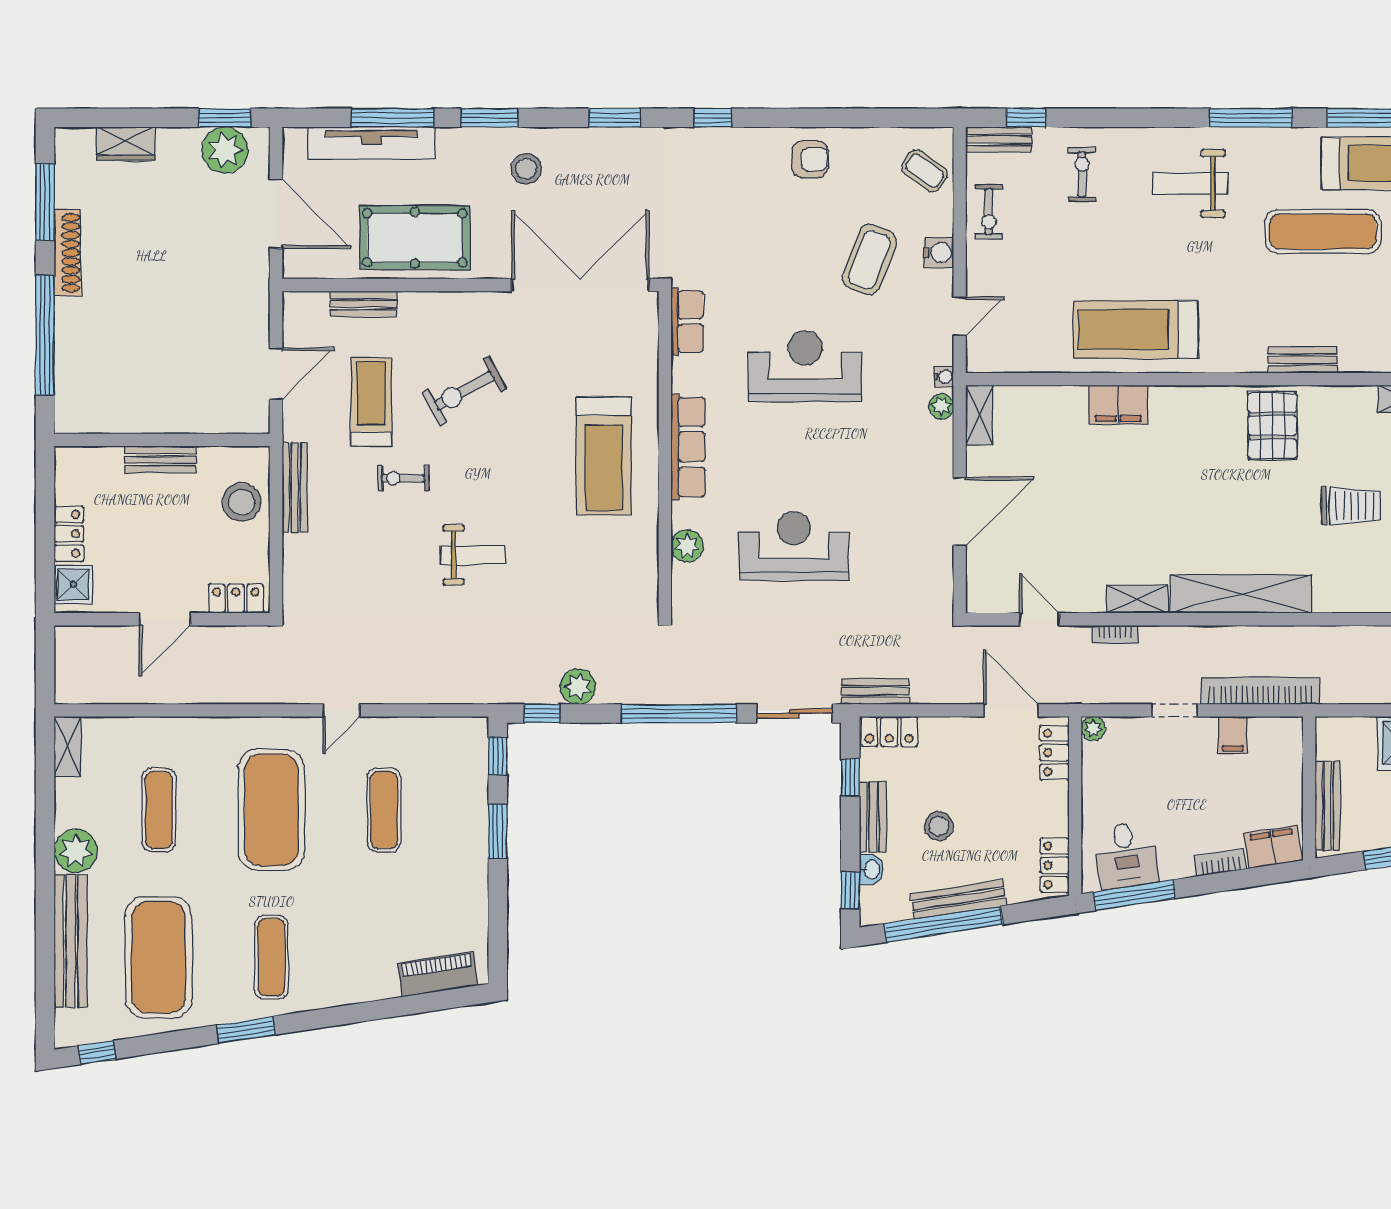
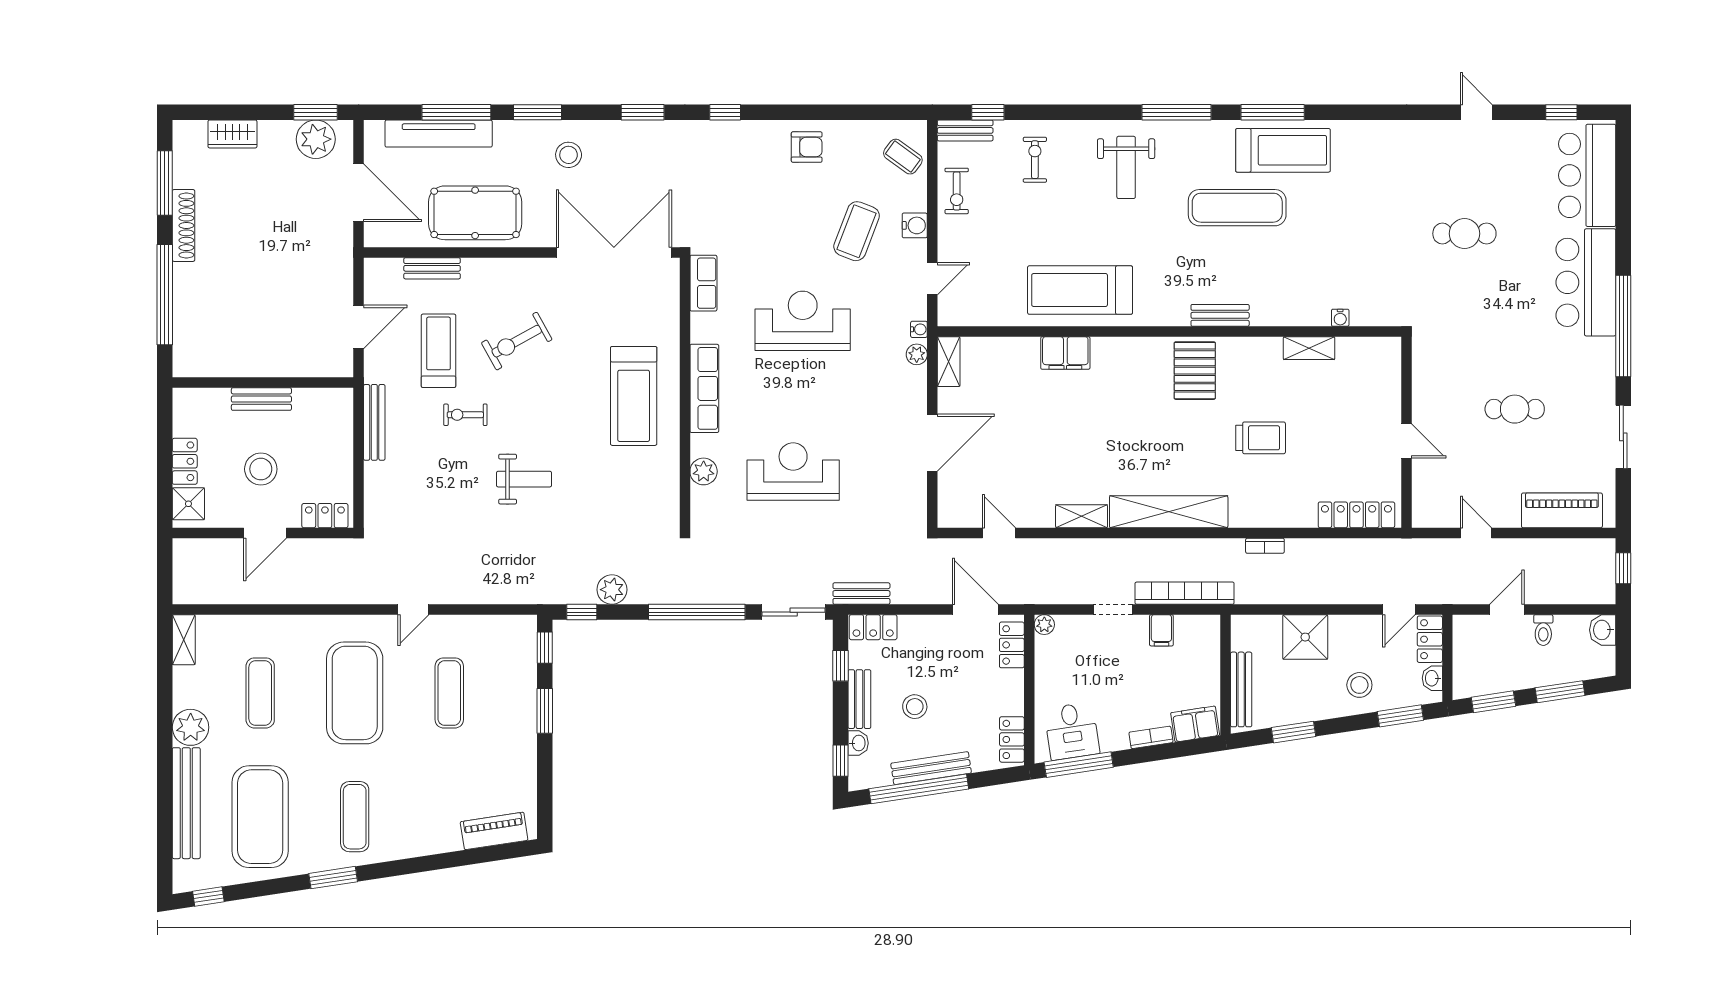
weight bench: (1191, 184) -> (1126, 167), turned -90
stool: (242, 502) -> (261, 469), moved
bookcase: (1115, 634) -> (1265, 546), moved

